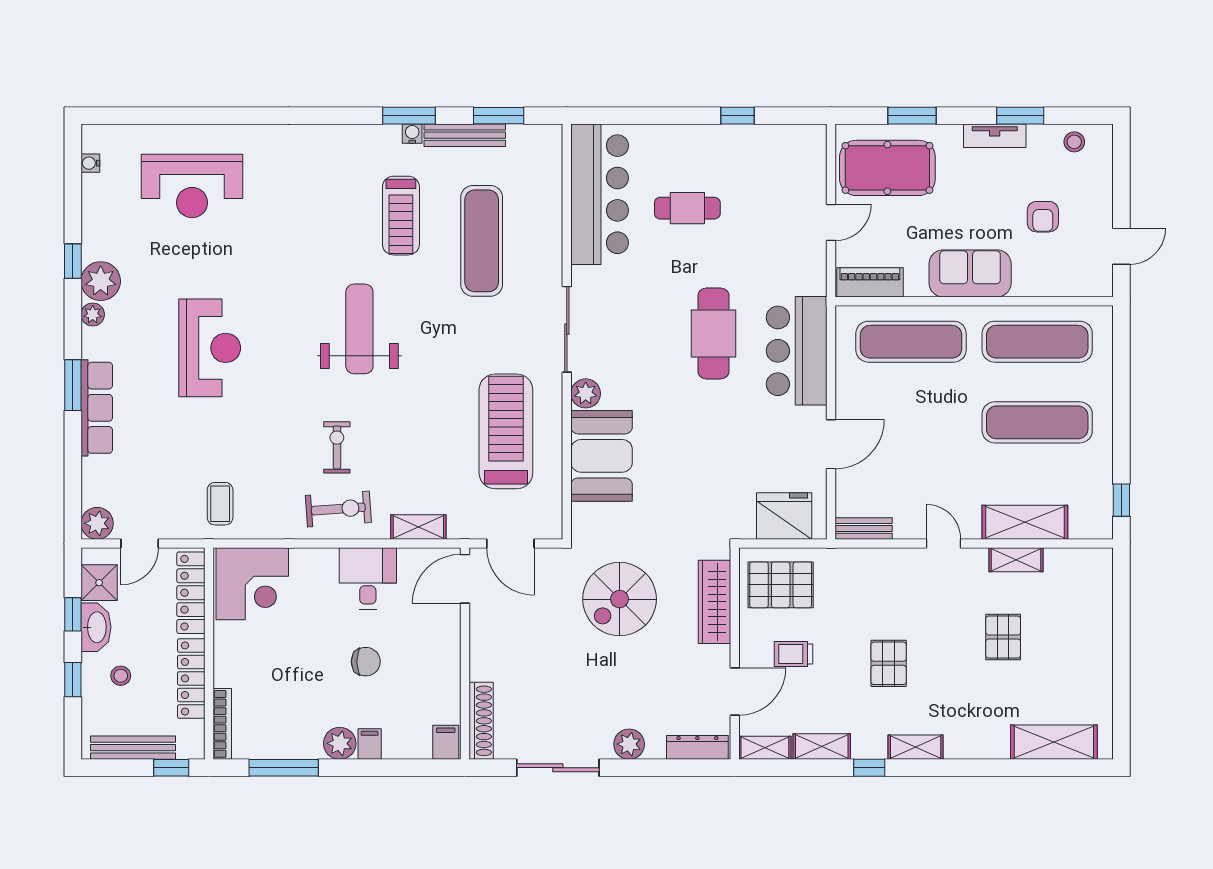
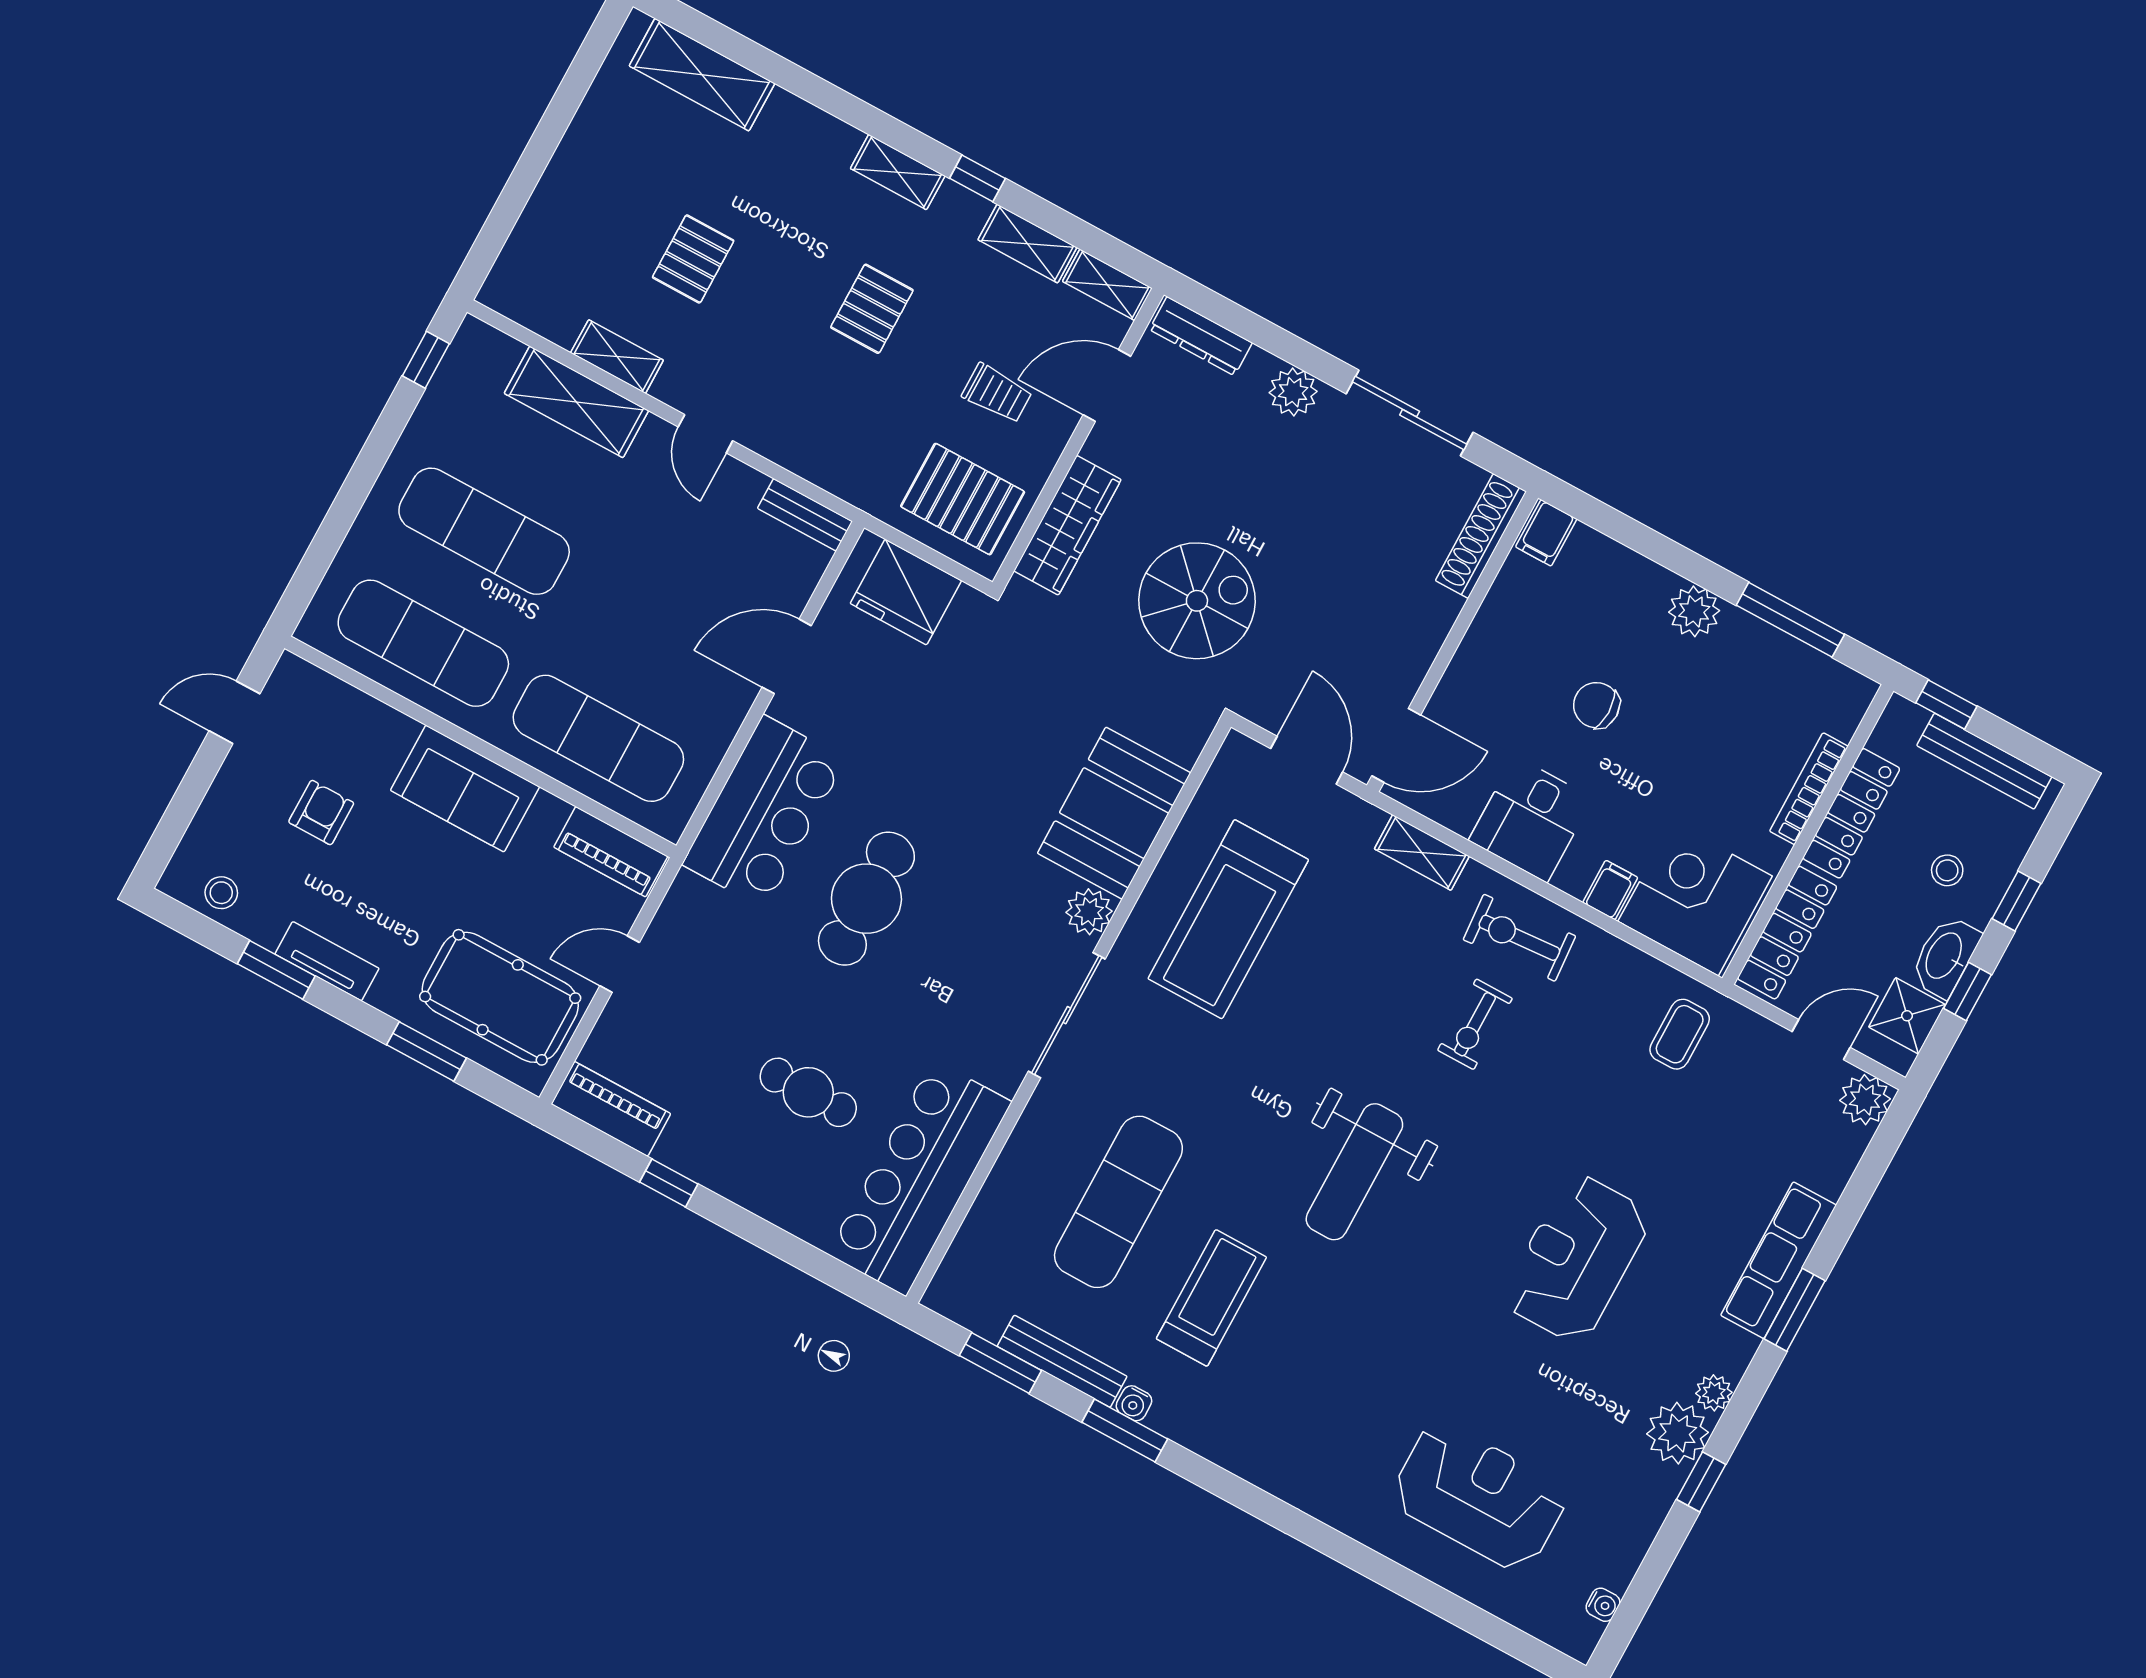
piano: (792, 139) -> (611, 1109), added
bookcase: (222, 724) -> (1809, 789), moved
filing cabinet: (370, 744) -> (1610, 890), moved, turned 180

